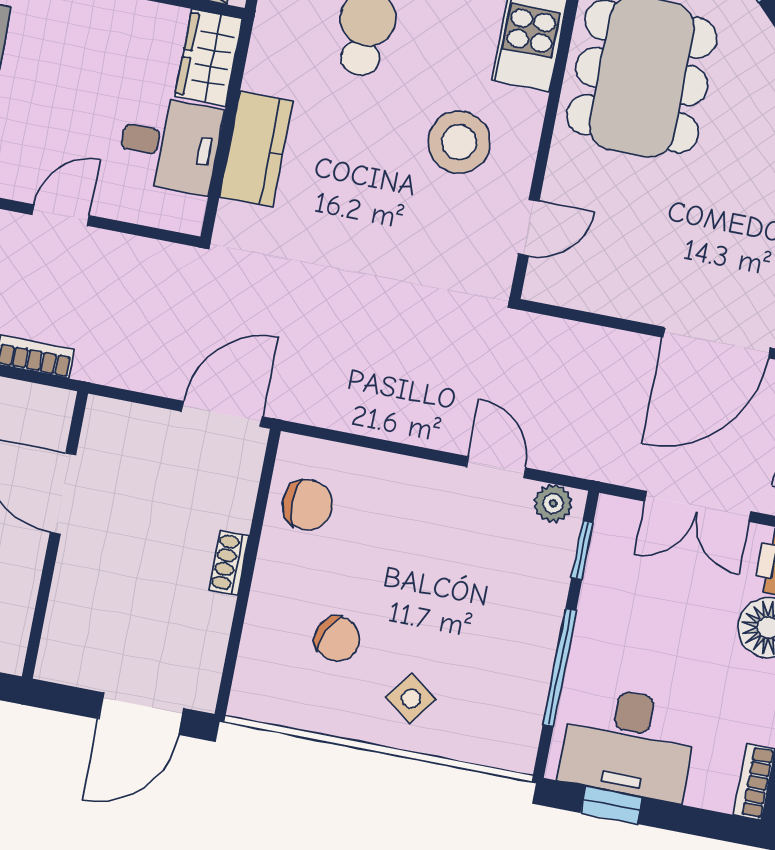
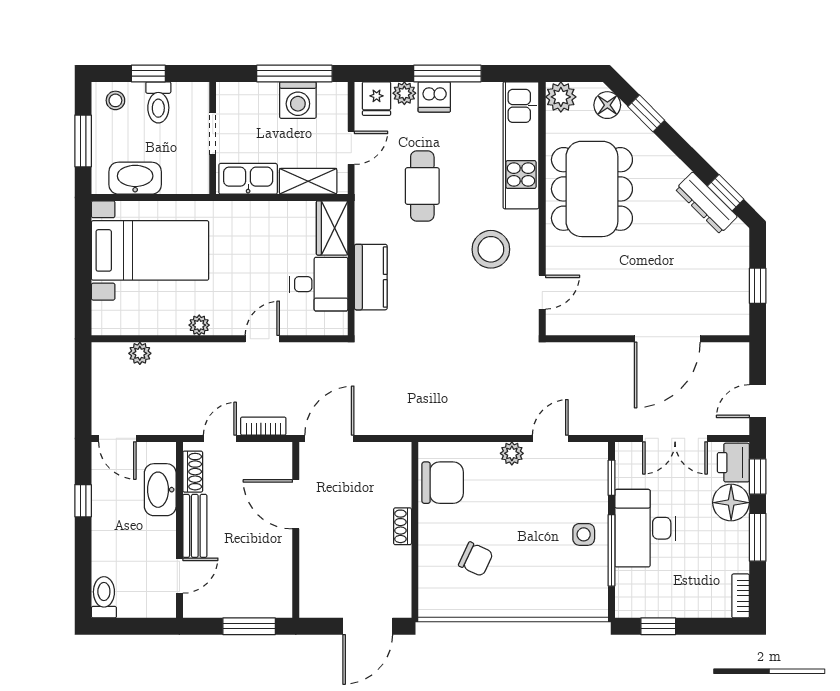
door: (222, 414) -> (329, 438), moved
door: (496, 467) -> (550, 438), hinge flipped
plant: (553, 503) -> (512, 453), moved
chair: (308, 505) -> (443, 483), width x1.37, depth x1.37
side table: (411, 699) -> (584, 534), moved, turned -36
desk: (628, 743) -> (645, 528), moved, turned 90

